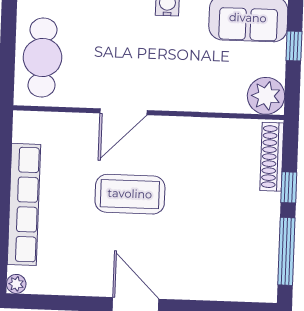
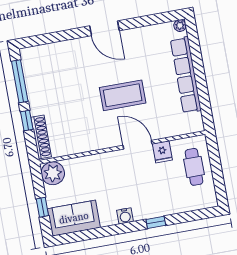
cafe table: (42, 57) -> (194, 167), width x0.73, depth x0.74
fridge: (87, 92) -> (162, 152), added
door: (123, 112) -> (138, 145), hinge flipped

